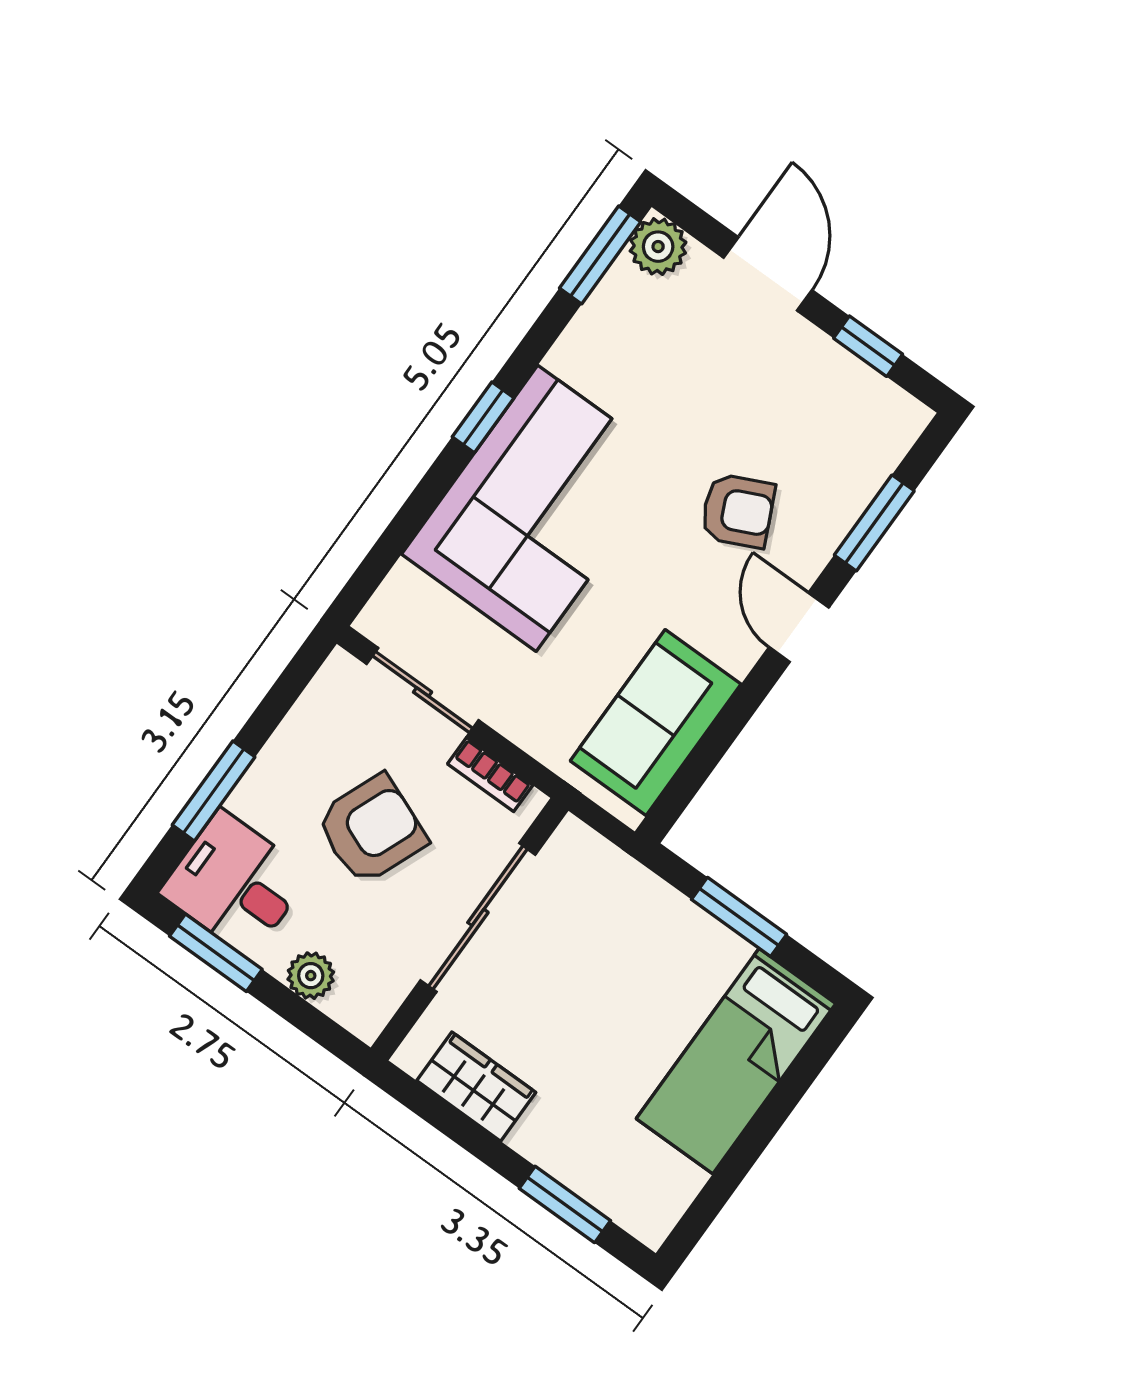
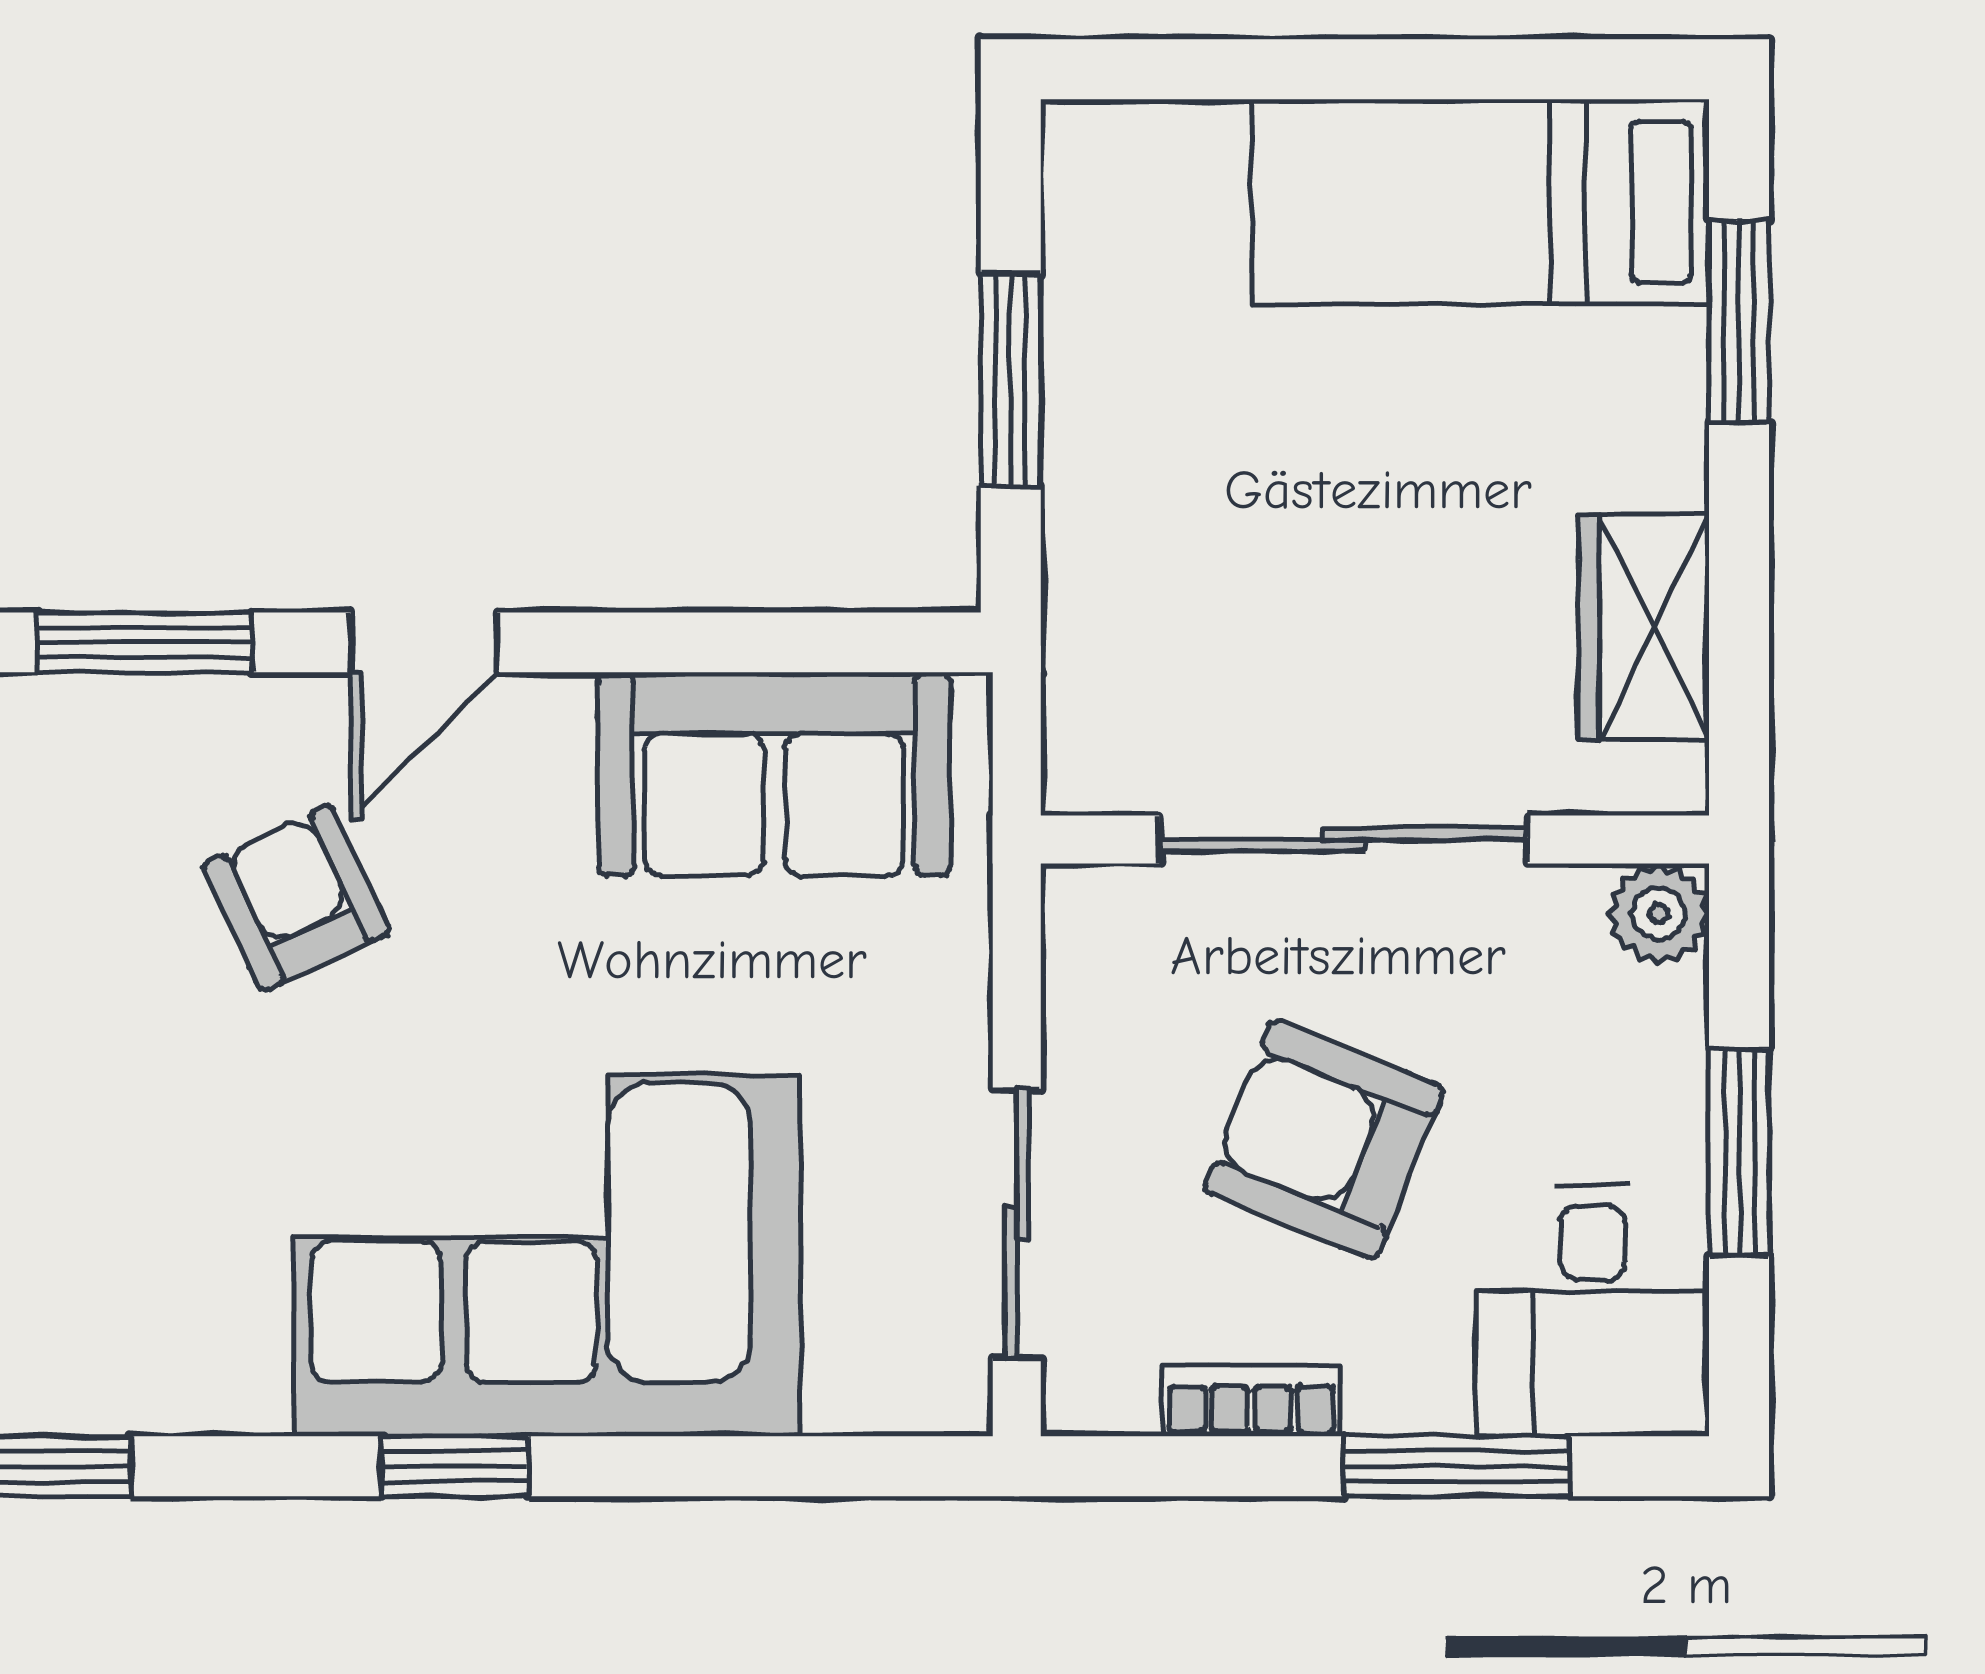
bookcase: (490, 775) -> (1251, 1401), moved, turned -90
window: (216, 953) -> (1739, 1152), moved
plant: (311, 976) -> (1659, 914), moved
bed: (736, 1061) -> (1481, 202), moved, turned 180

